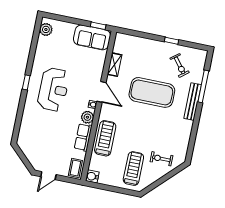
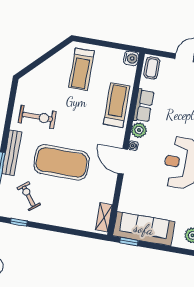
sofa: (92, 37) -> (144, 229), width x1.36
window: (171, 41) -> (19, 222), moved
shelving: (115, 65) -> (104, 217), moved
treadmill: (105, 138) -> (117, 105), turned 180
exercise bike: (161, 159) -> (37, 117), moved, width x1.38, depth x1.39

